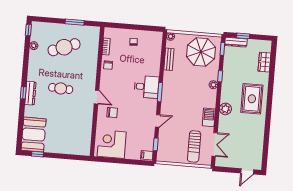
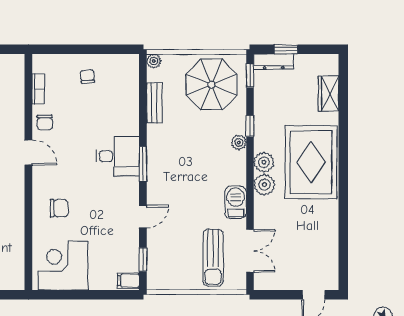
door: (97, 97) -> (28, 152), moved
plant: (226, 97) -> (264, 162), added
rug: (252, 99) -> (311, 162), width x1.37, depth x1.44

